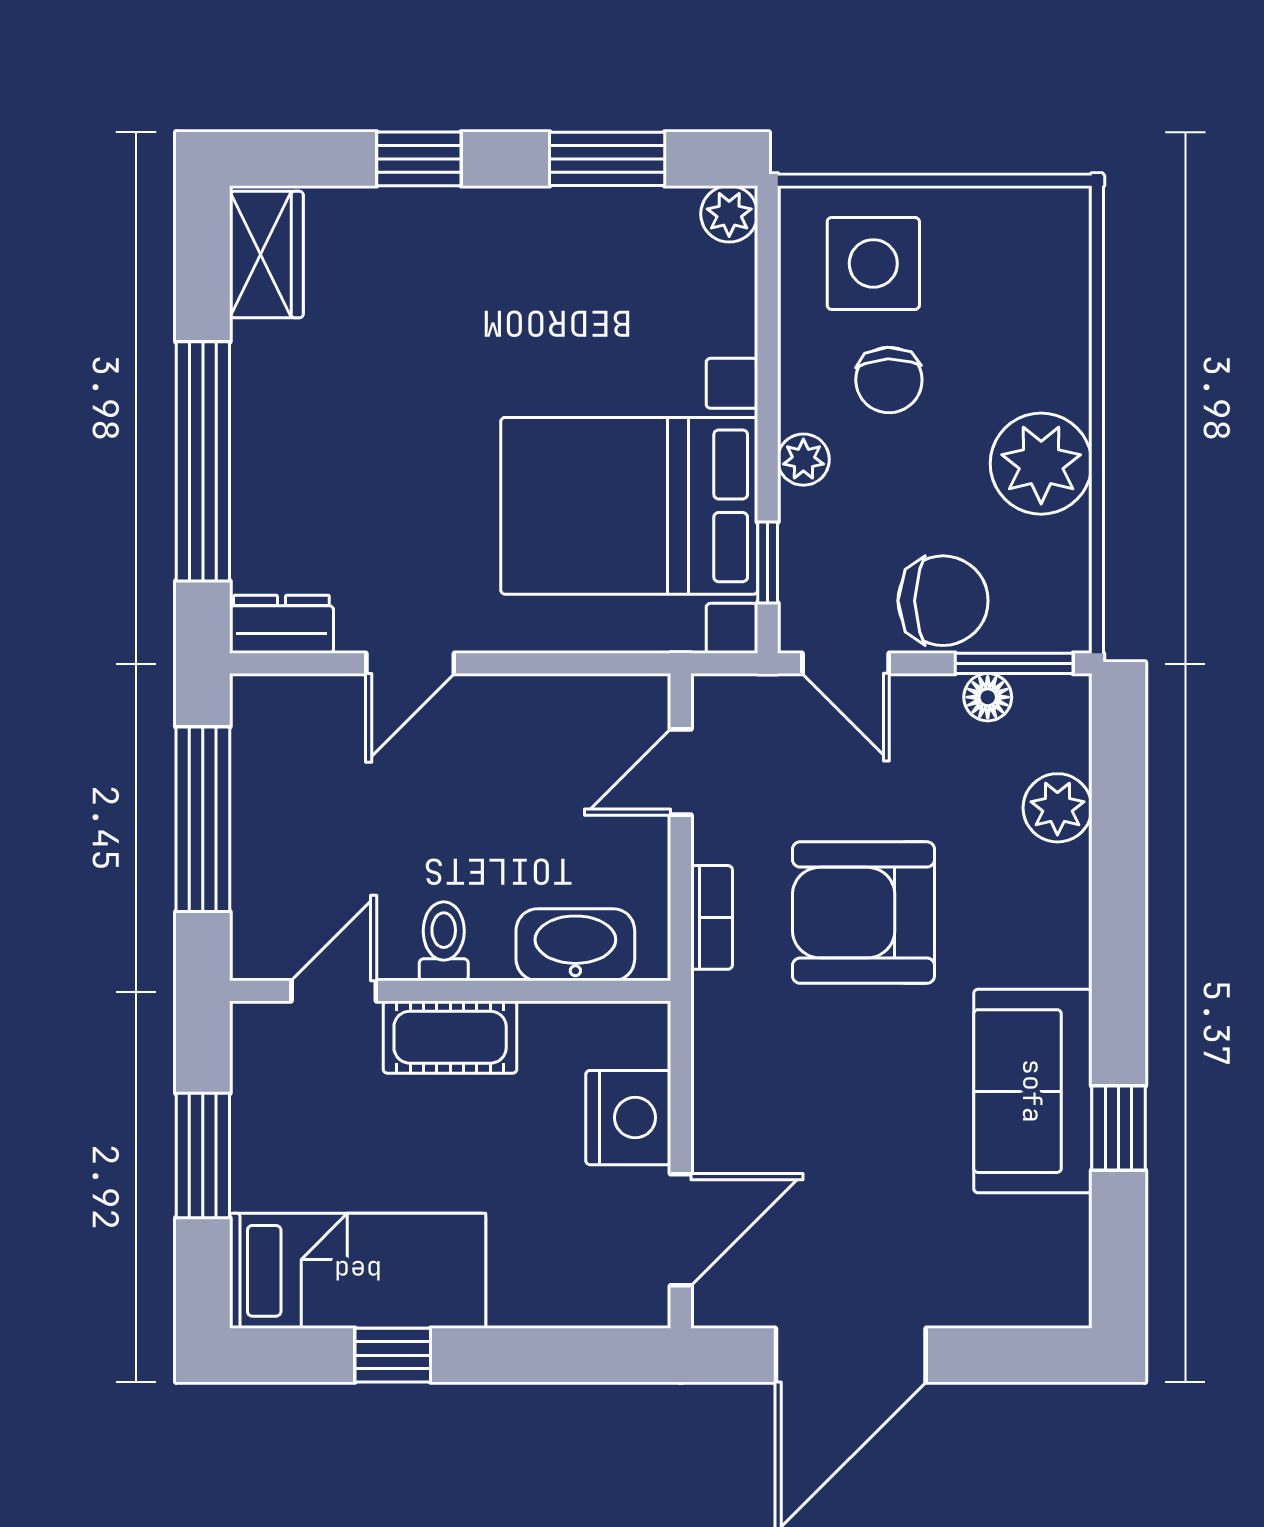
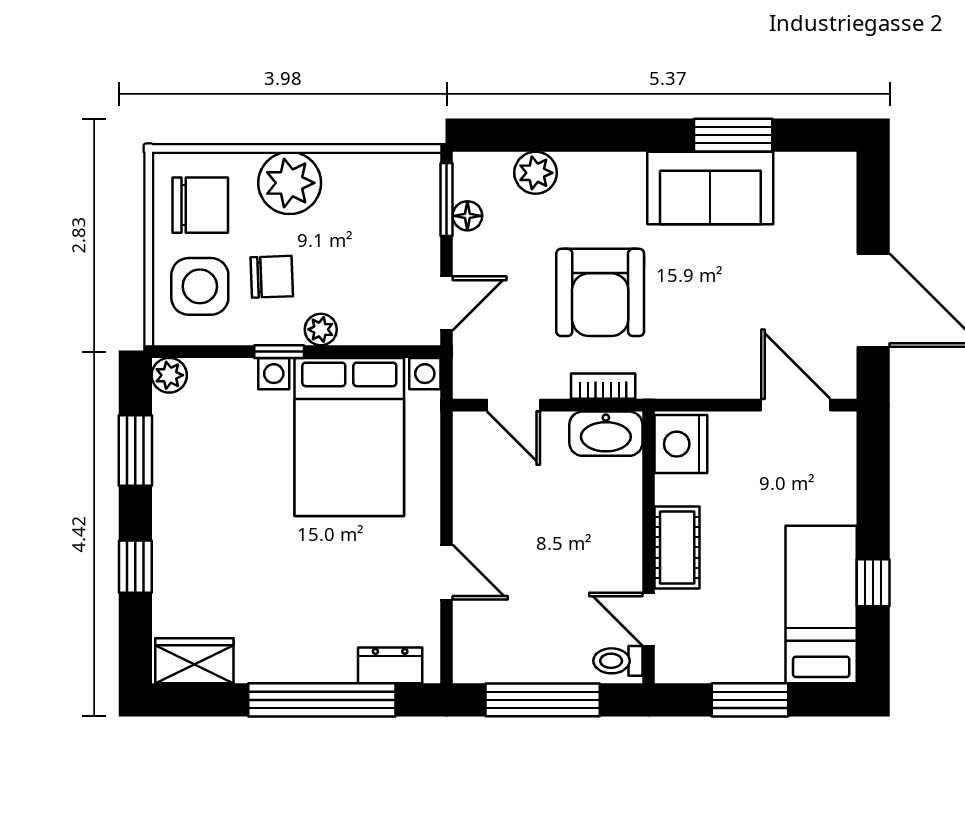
plant: (1041, 464) -> (290, 183), moved
window: (768, 563) -> (279, 352), moved
chair: (943, 601) -> (200, 205), moved, turned 90
dresser: (281, 624) -> (390, 665), moved, turned 90
toilet: (444, 941) -> (618, 661), moved
washbasin: (575, 945) -> (606, 434), moved, turned -90
nightstand: (628, 1118) -> (681, 444), moved, turned -90
window: (1118, 1128) -> (733, 135), width x1.50

